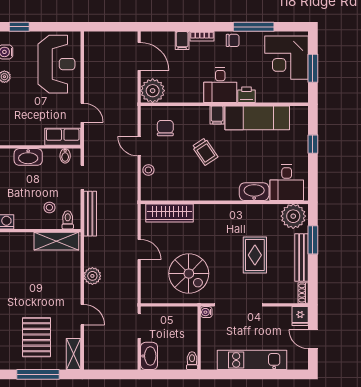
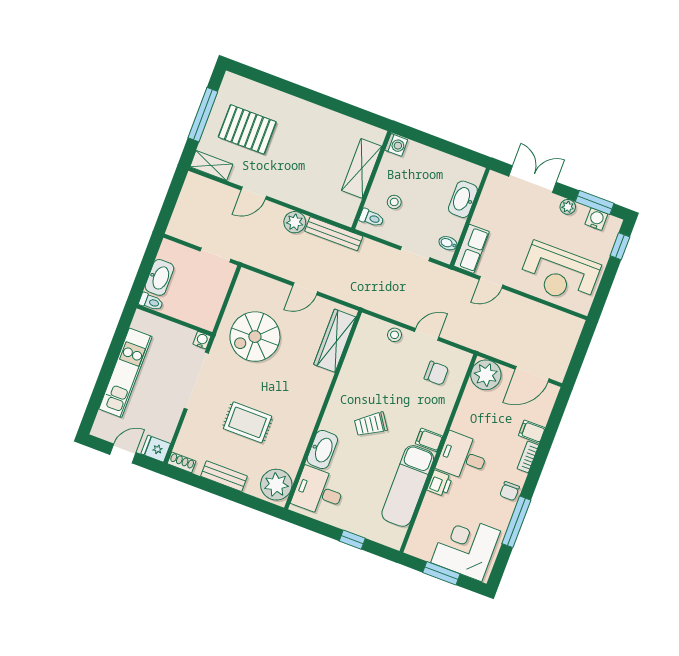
trolley: (205, 152) -> (371, 424), moved
bench: (90, 214) -> (334, 234), moved
window: (313, 240) -> (240, 497), removed
shelving: (56, 241) -> (362, 168), moved
bench: (302, 257) -> (224, 476), width x0.73
washbasin: (149, 356) -> (159, 277), moved, turned -90

